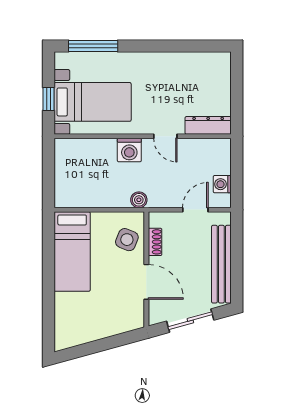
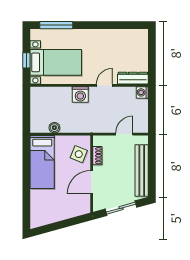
door: (165, 136) -> (104, 85), swing flipped
washing machine: (222, 184) -> (142, 92), moved
boiler: (139, 200) -> (54, 128), moved
door: (146, 282) -> (92, 182), swing flipped

